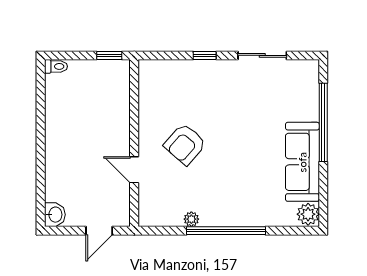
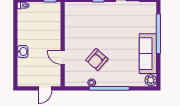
armchair: (185, 144) -> (97, 60), moved
washbasin: (55, 215) -> (23, 51), moved

